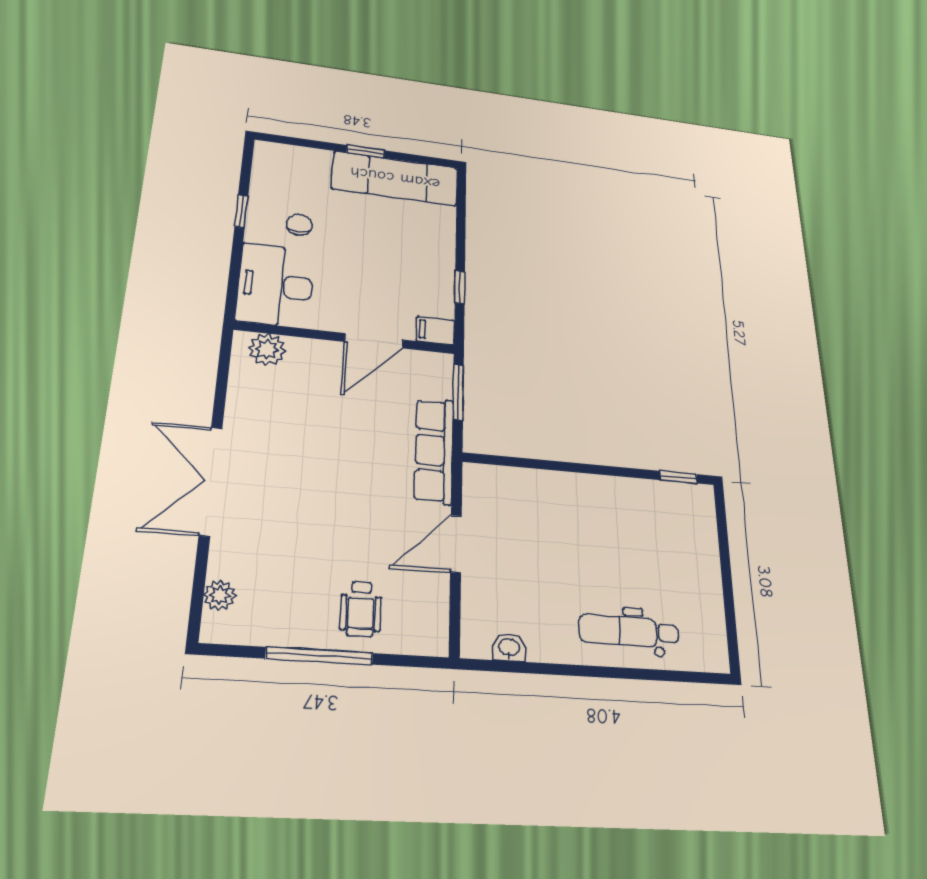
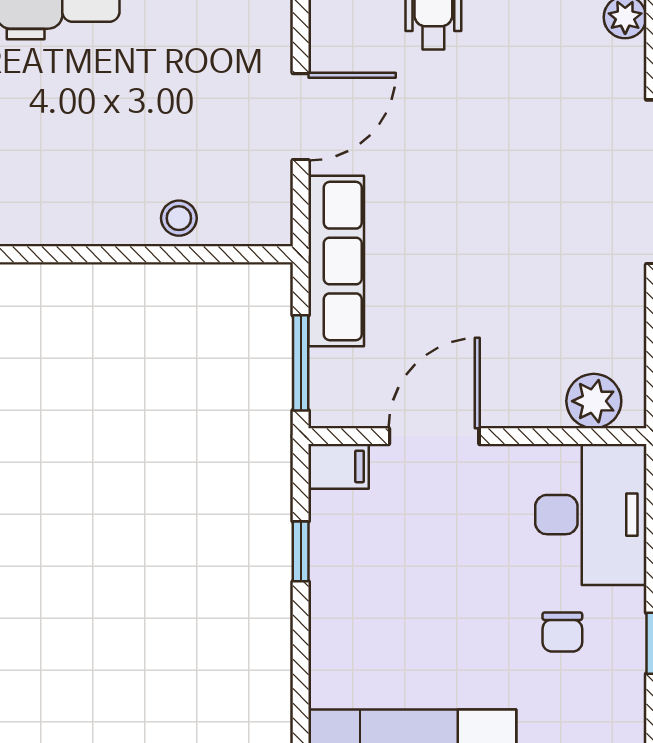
stool: (536, 486) -> (179, 218), added

